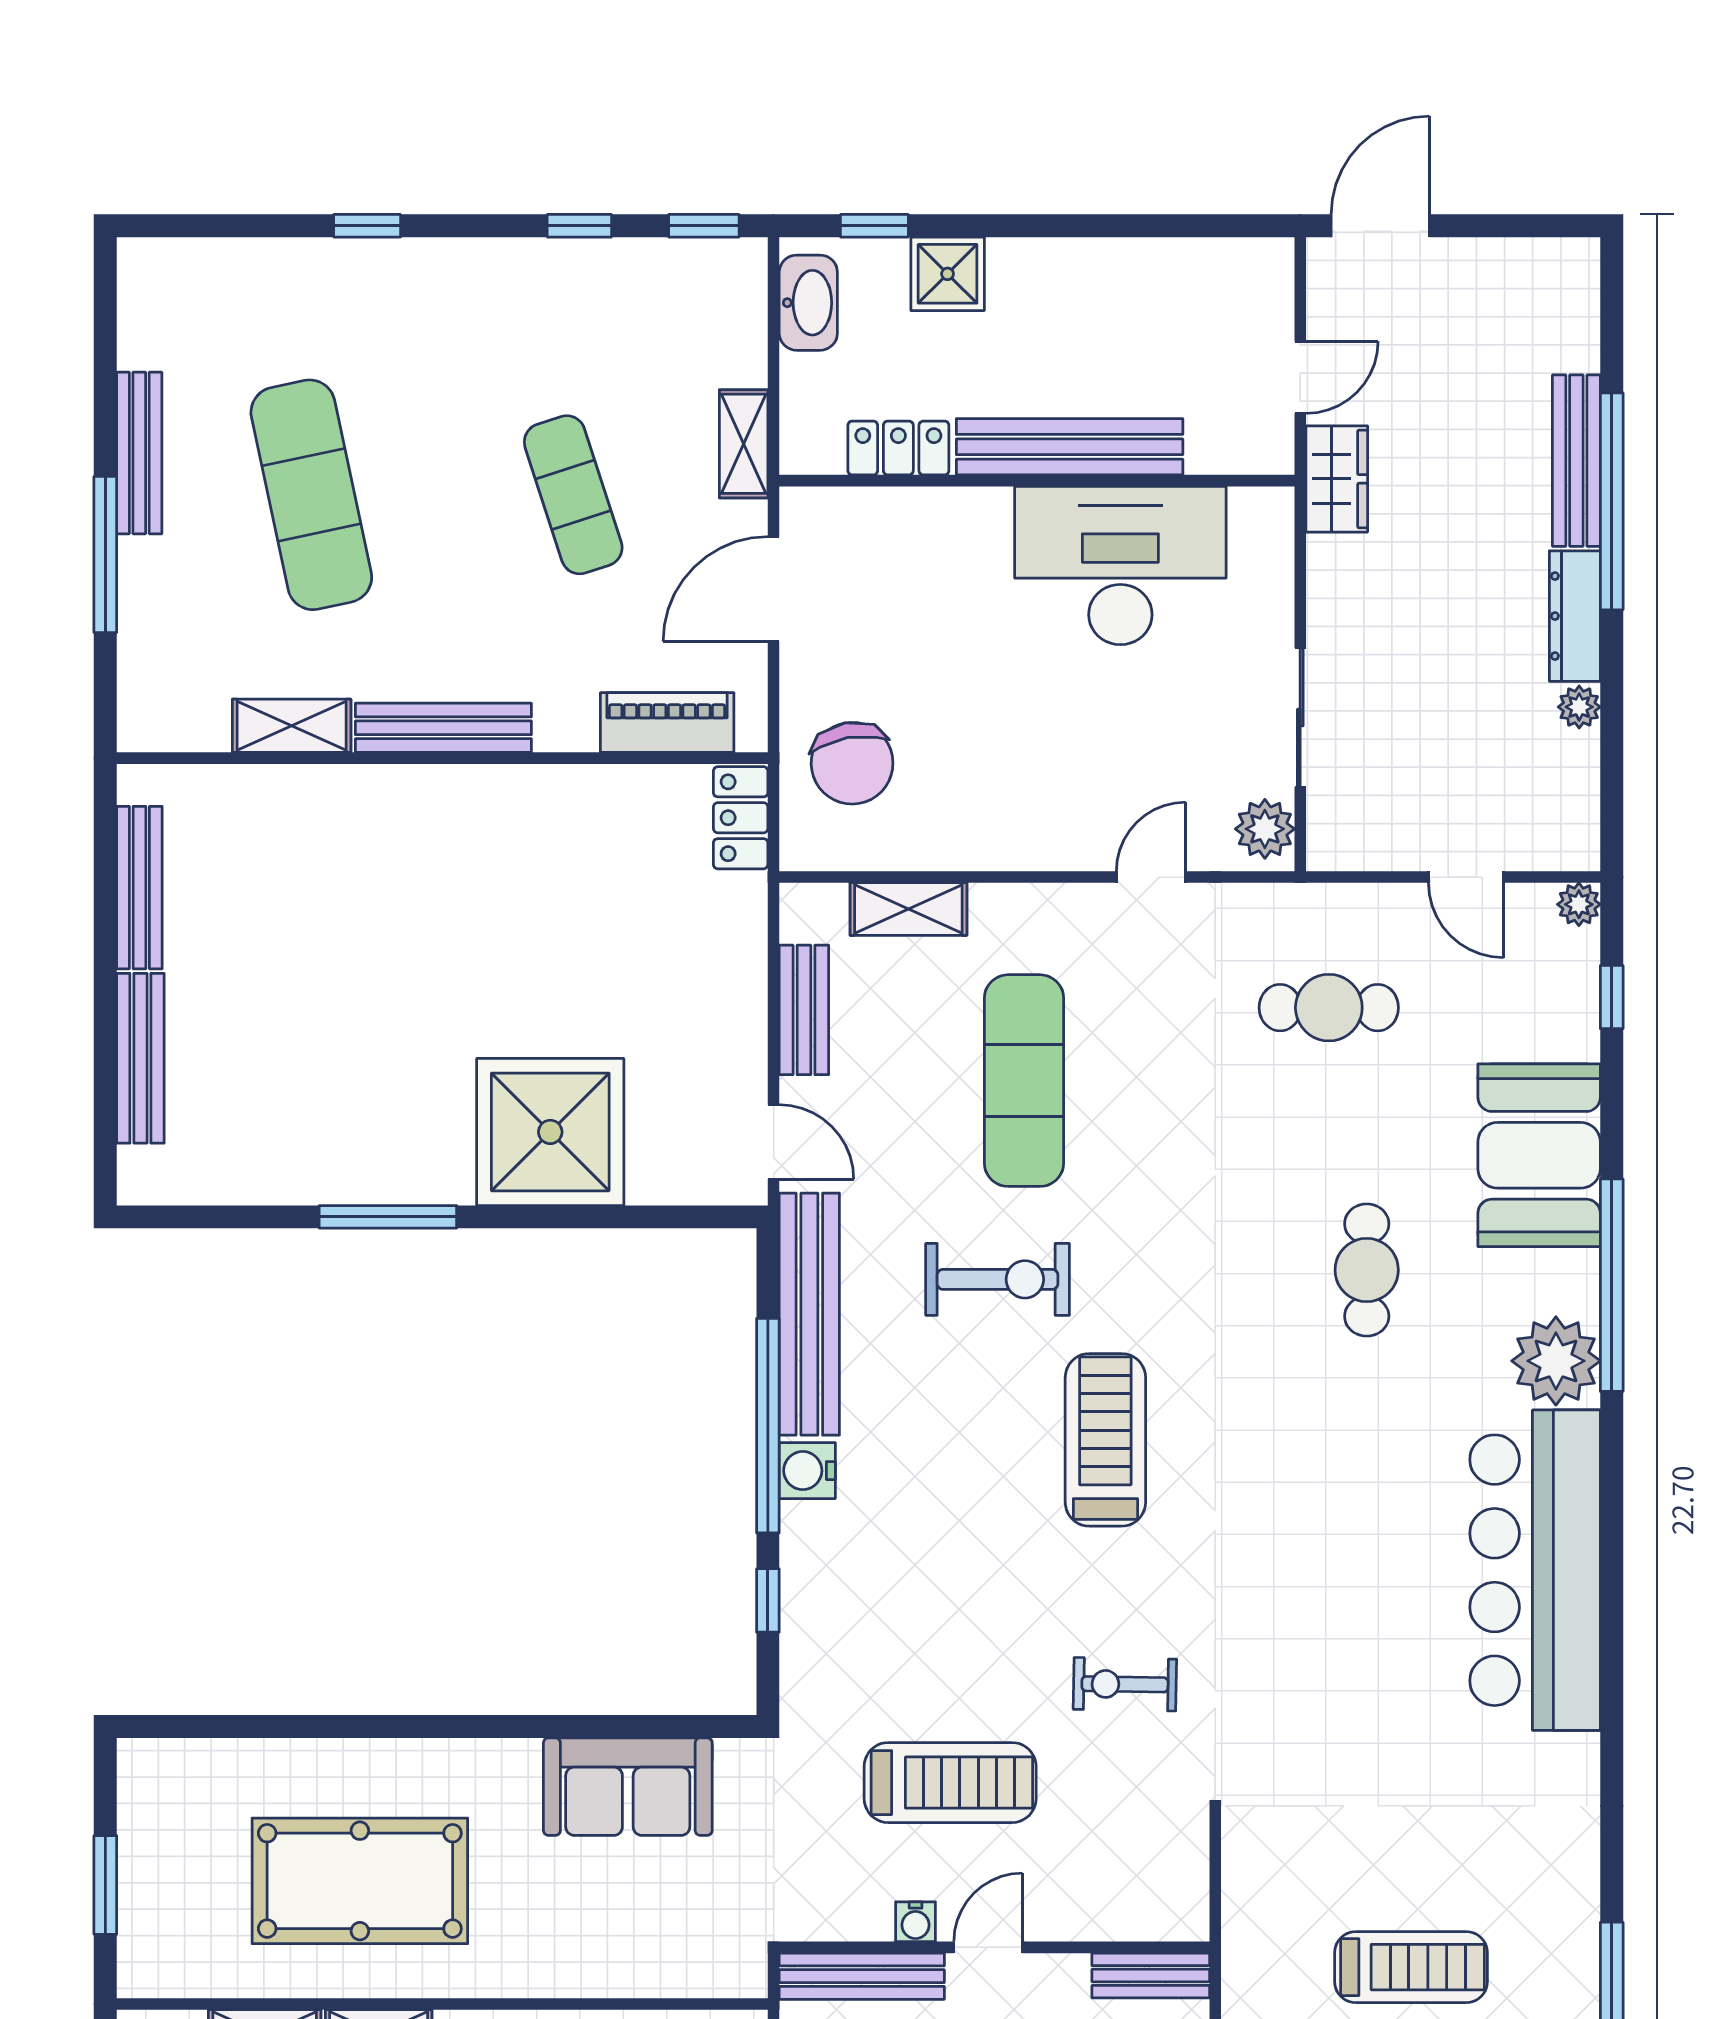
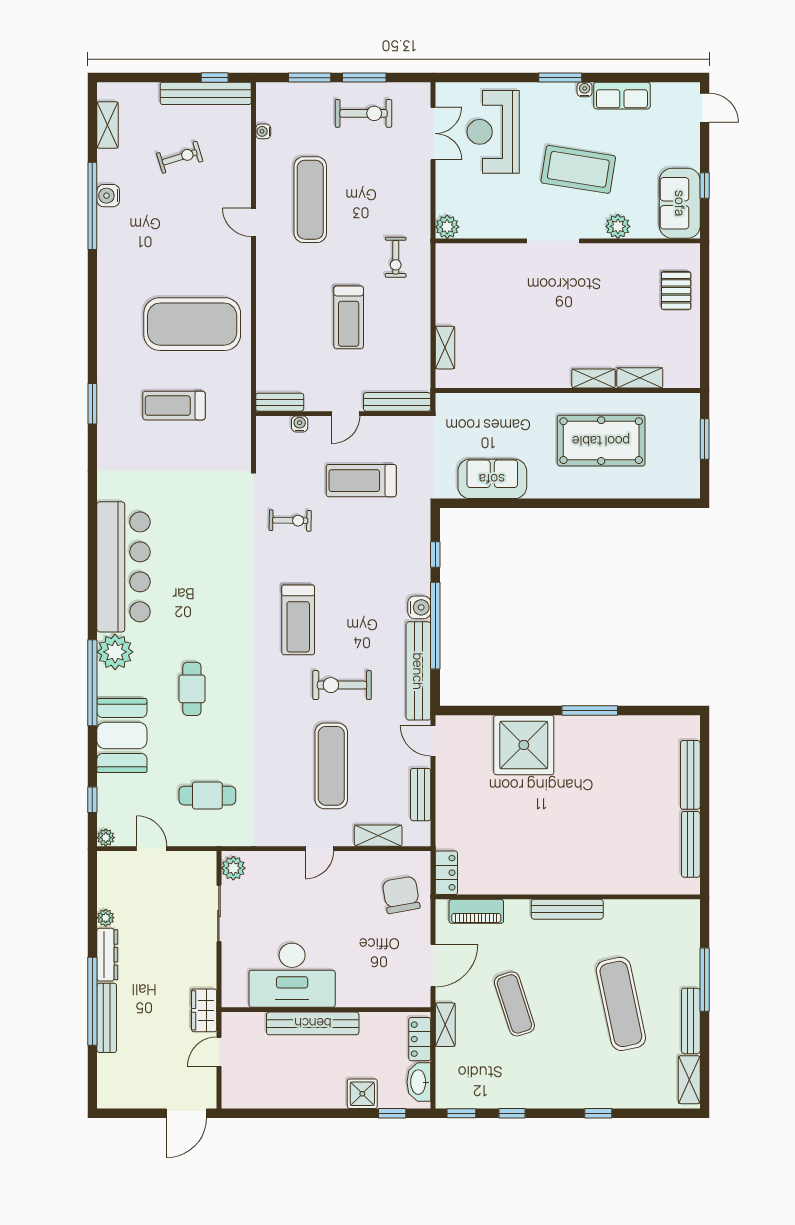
locker: (898, 448) -> (420, 1039), moved, turned 90
shelving: (292, 726) -> (689, 1080), moved, turned 90
door: (1151, 877) -> (320, 849), moved
water cooler: (916, 1922) -> (300, 424), moved

